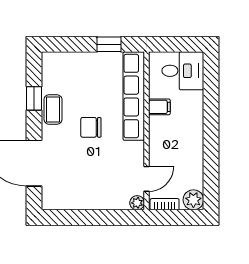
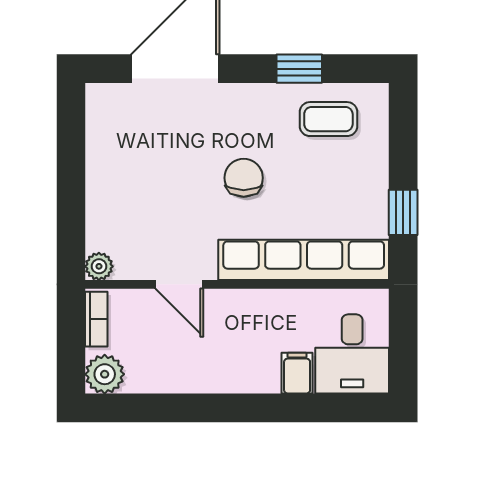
filing cabinet: (159, 107) -> (297, 373), moved, turned 180
coffee table: (53, 109) -> (328, 119), moved
door: (147, 179) -> (179, 284), moved

